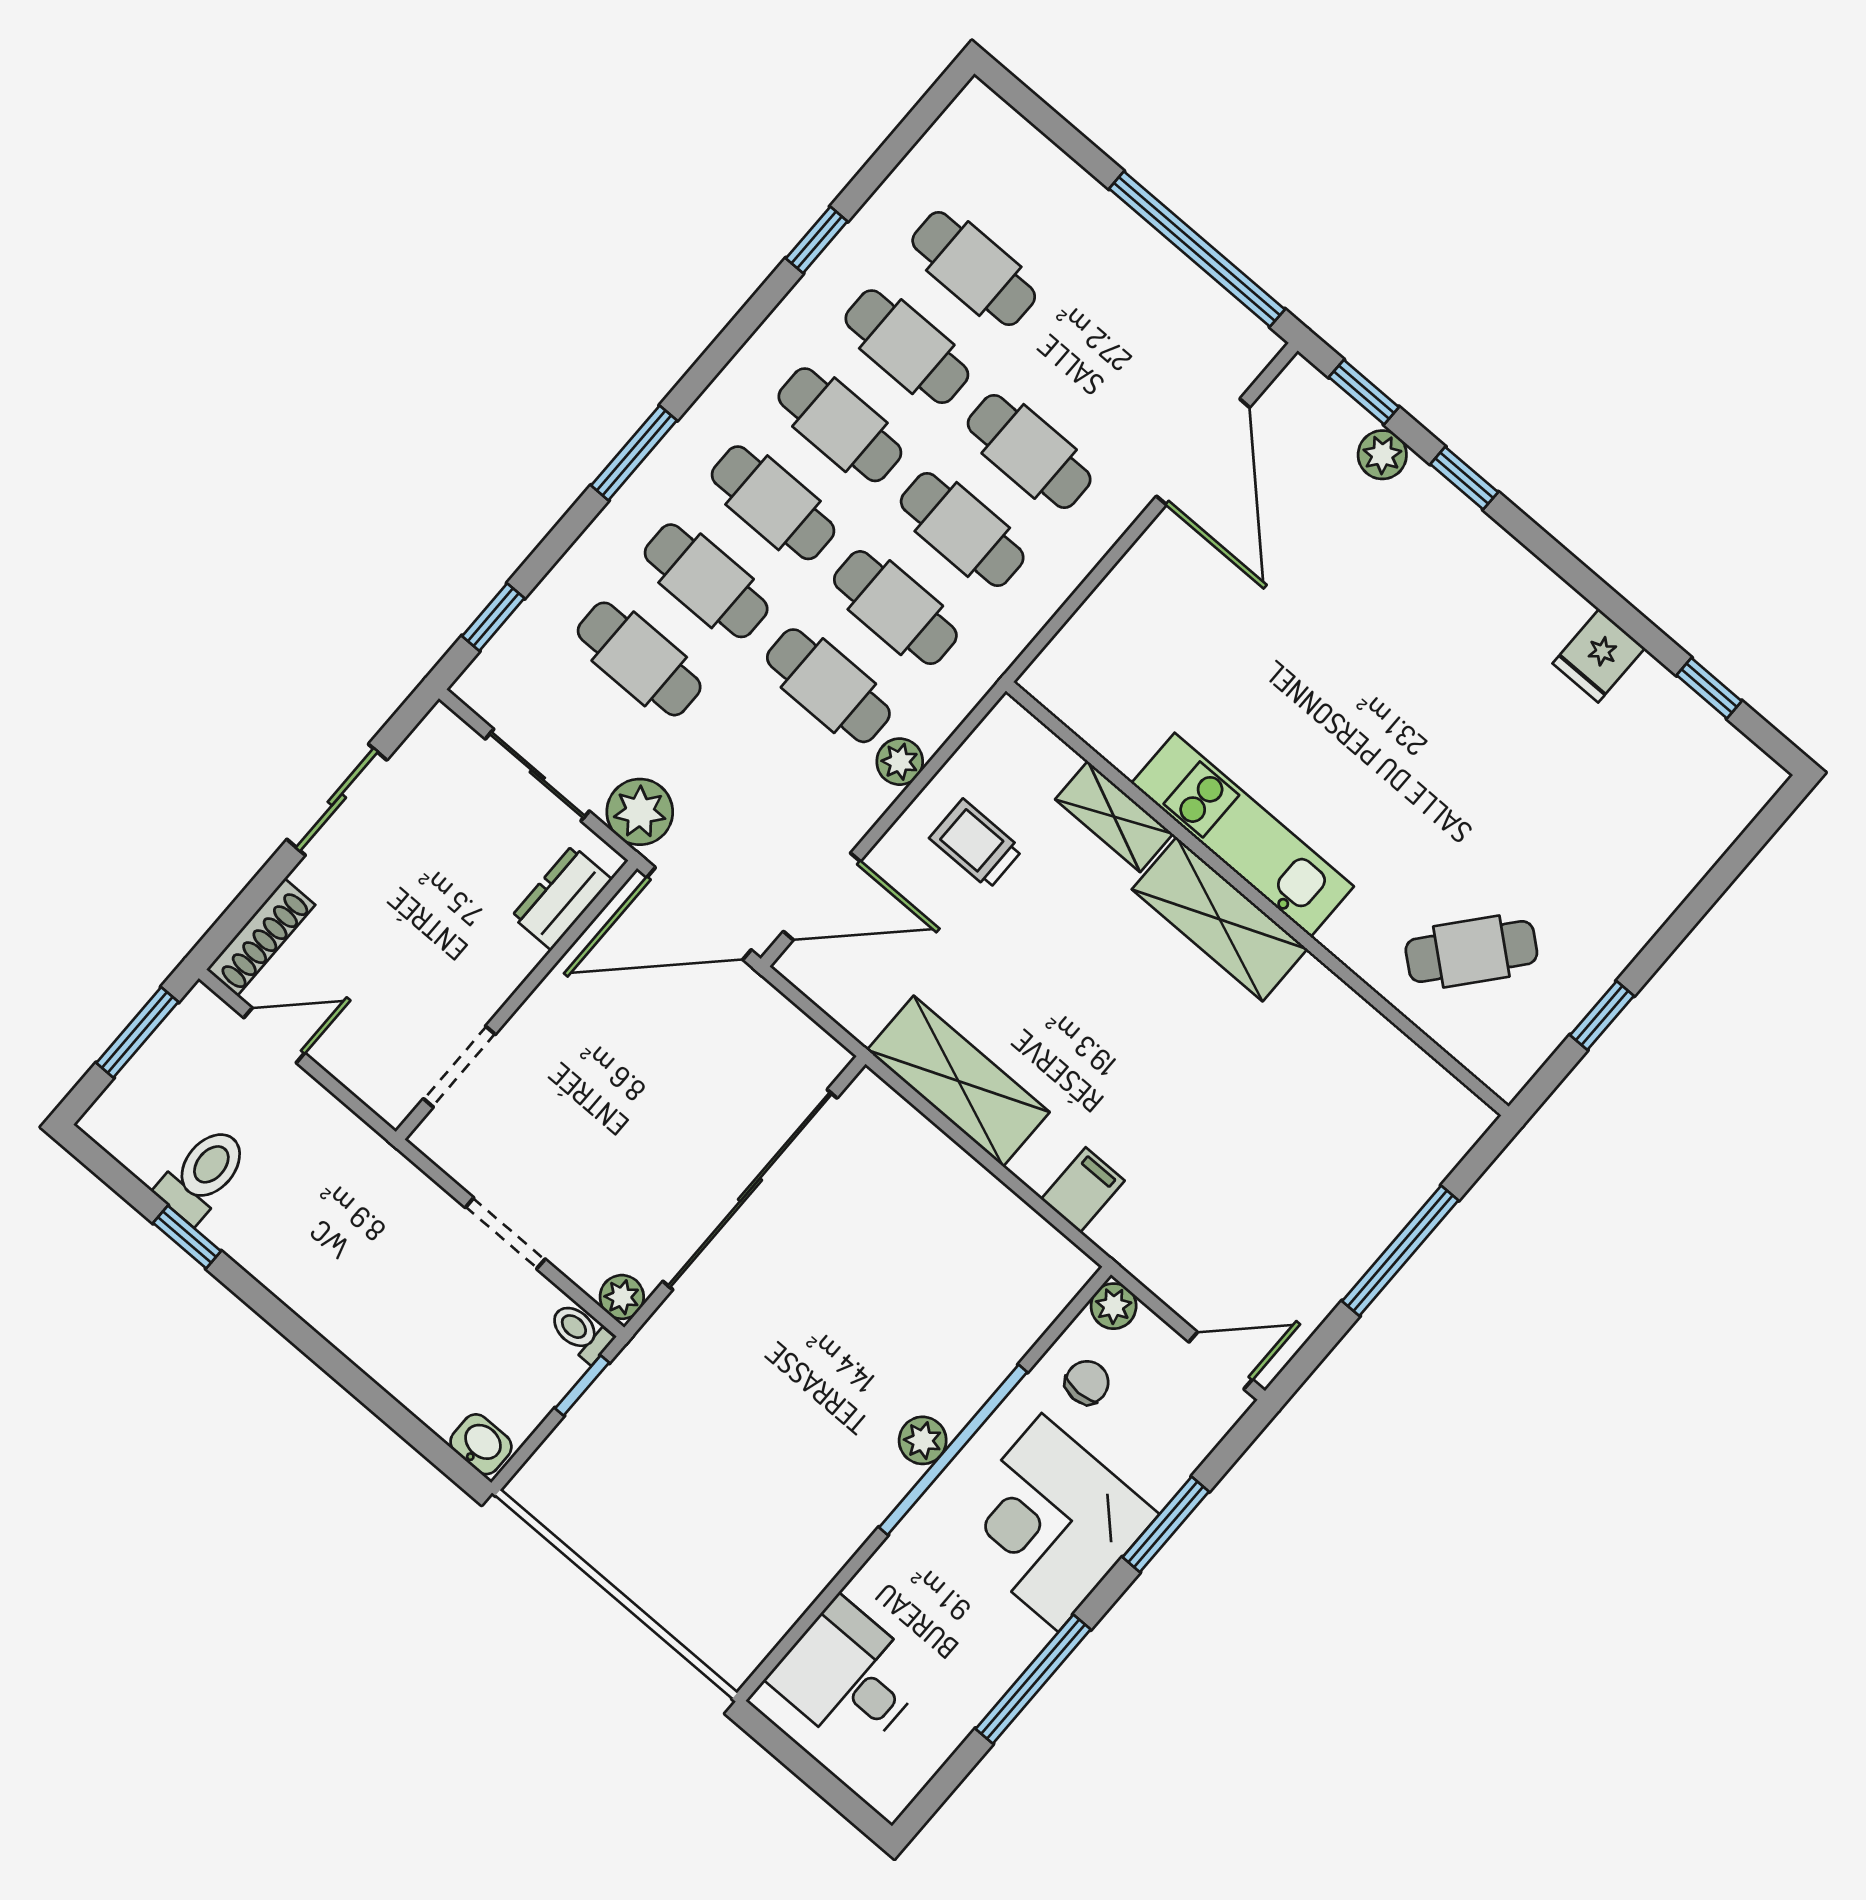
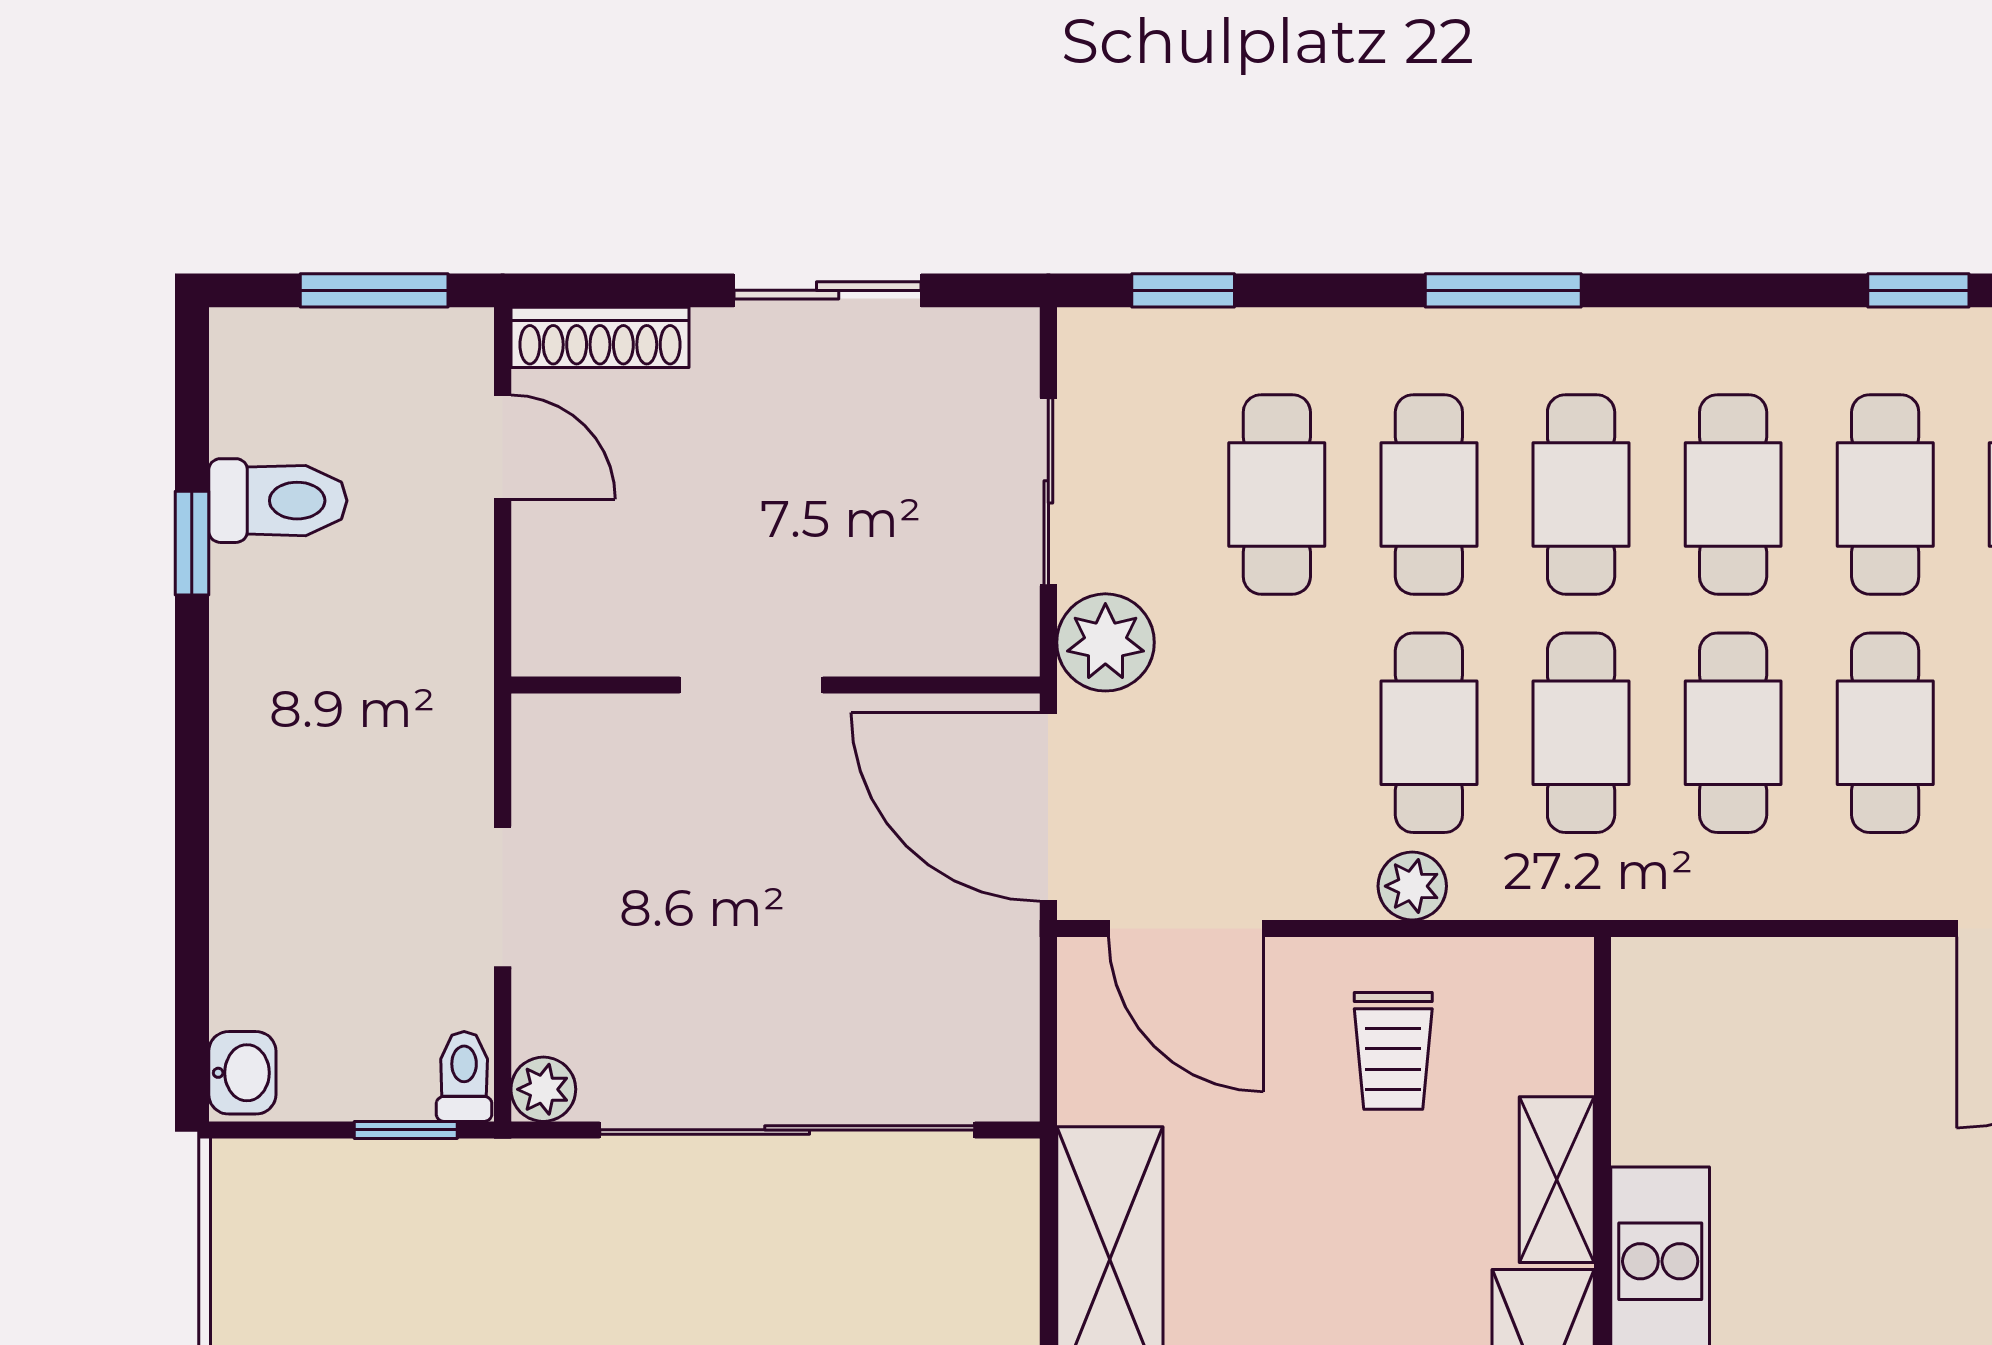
trolley: (976, 844) -> (1393, 1051), turned 180
dresser: (562, 898) -> (934, 638), removed
doorway: (459, 1067) -> (751, 685), moved

